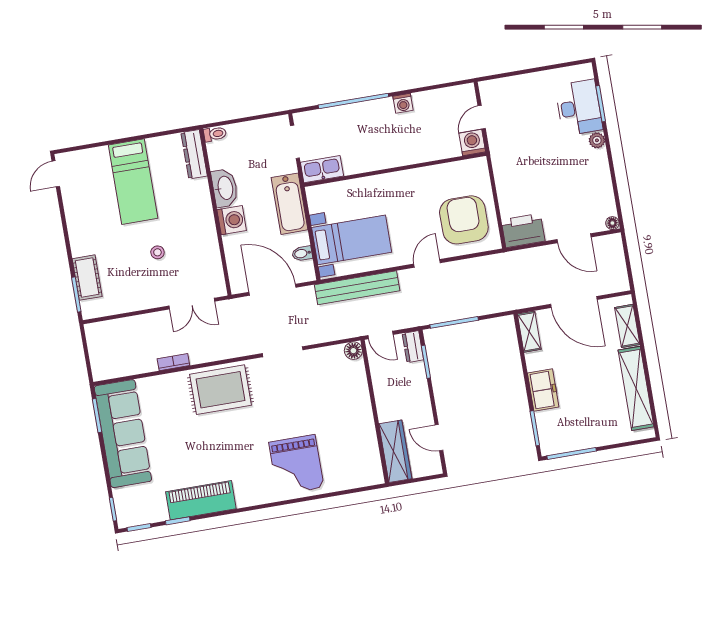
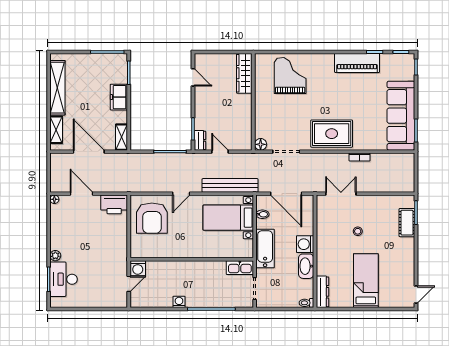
floor lamp: (353, 351) -> (261, 144), moved
wall: (375, 412) -> (253, 102), moved
wardrobe: (395, 451) -> (244, 73), moved

